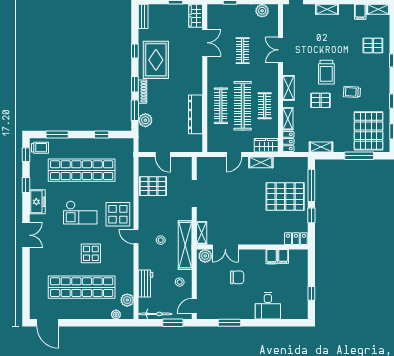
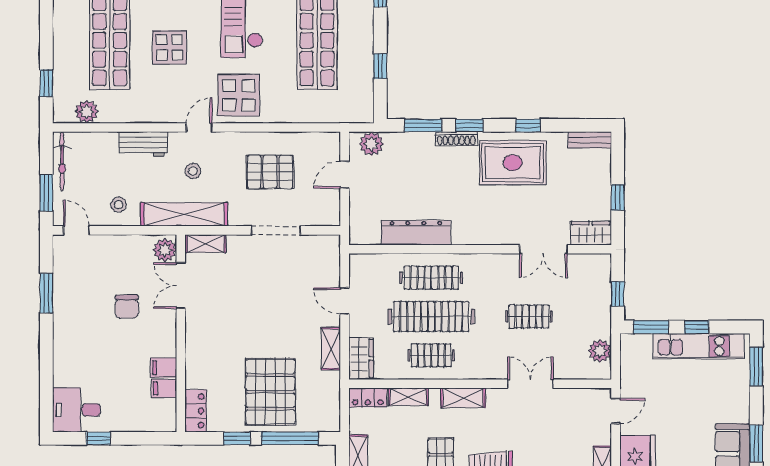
plant: (145, 120) -> (371, 144), moved
pallet: (153, 186) -> (270, 172), moved, turned 90
workbench: (145, 283) -> (143, 144), moved
desk: (268, 306) -> (76, 410), moved
plant: (116, 314) -> (61, 92), removed
window: (111, 323) -> (46, 83), added

